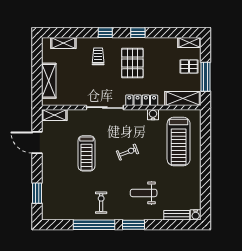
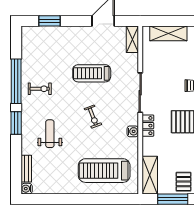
locker: (142, 100) -> (148, 126), width x0.66
water cooler: (153, 115) -> (133, 131), moved

